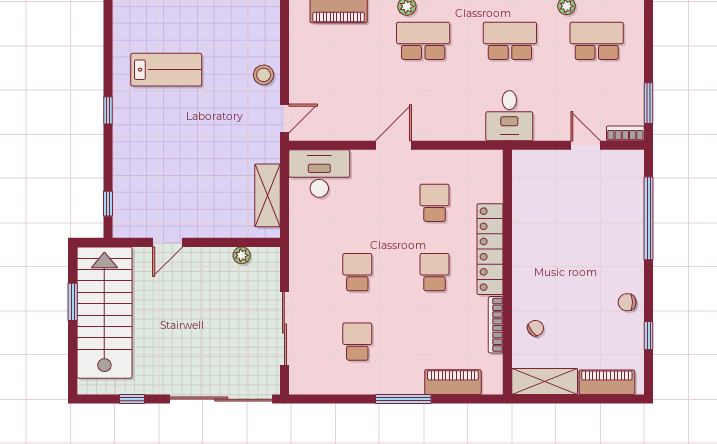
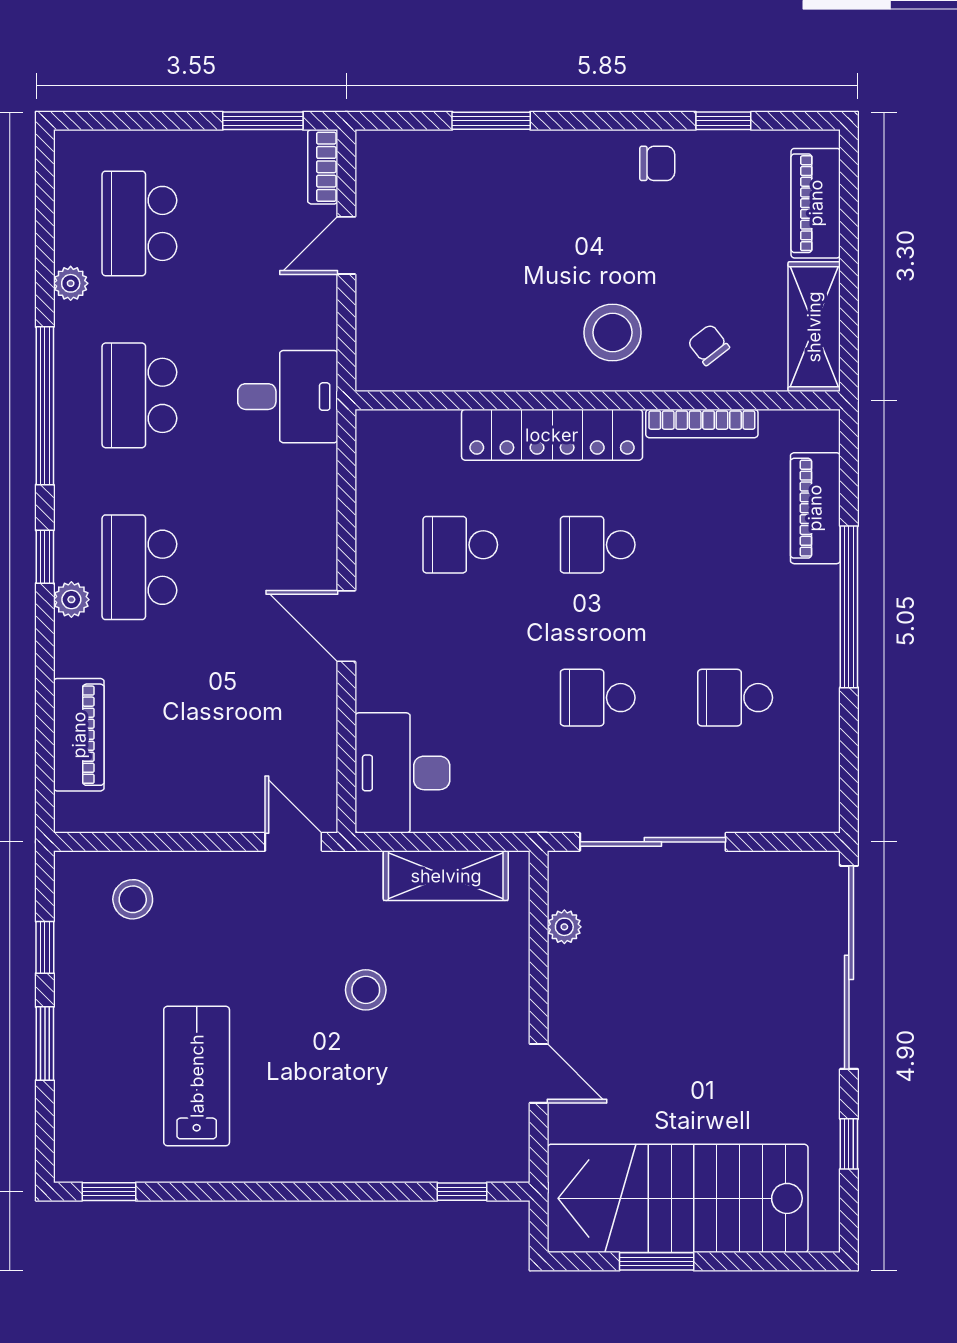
stool: (264, 75) -> (133, 899), moved
window: (108, 110) -> (109, 1192), moved
stool: (210, 155) -> (366, 990), added
window: (649, 218) -> (491, 121), width x0.47
stool: (542, 280) -> (613, 333), added
chair: (627, 302) -> (657, 163), turned -90
sliding door: (284, 328) -> (653, 842), moved
window: (403, 399) -> (849, 607), width x1.46

